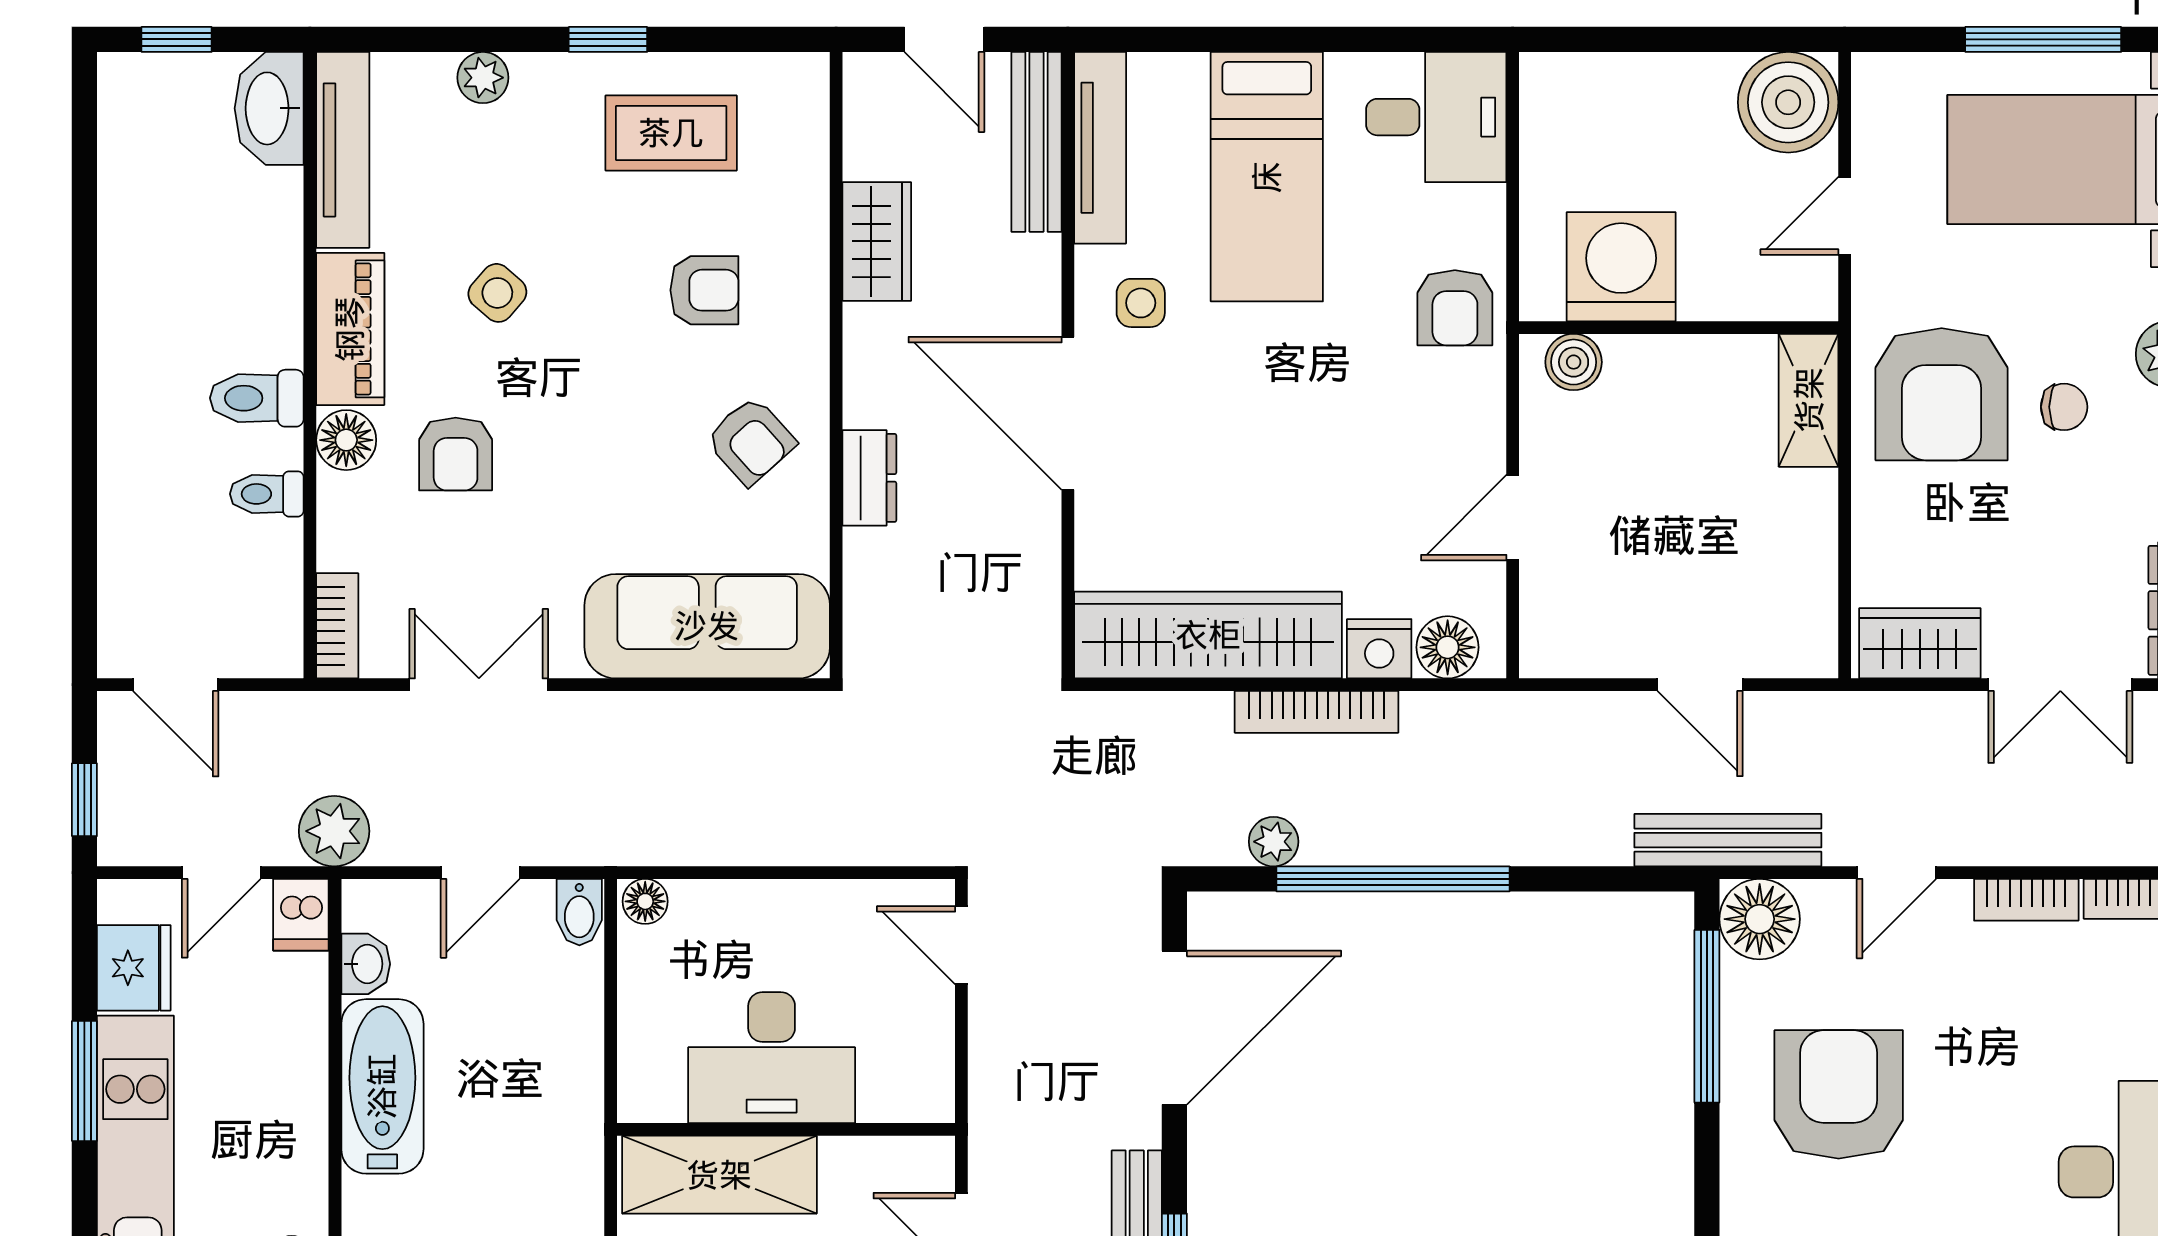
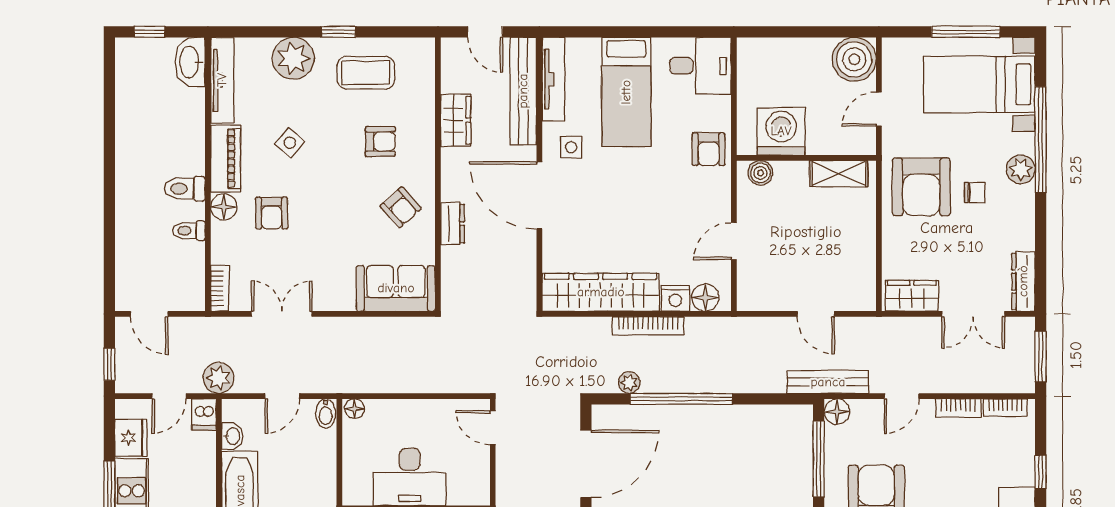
plant: (483, 78) -> (293, 58), width x1.87, depth x1.87
bench: (1036, 142) -> (523, 91), width x1.37, depth x1.21
shelving: (1809, 400) -> (839, 174), moved, turned 90
sofa: (707, 626) -> (396, 288), width x0.73
floor lamp: (1760, 919) -> (837, 412), width x0.73, depth x0.73

